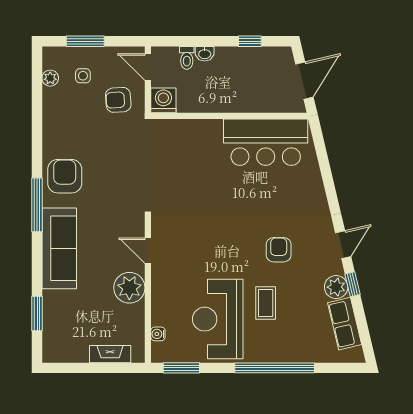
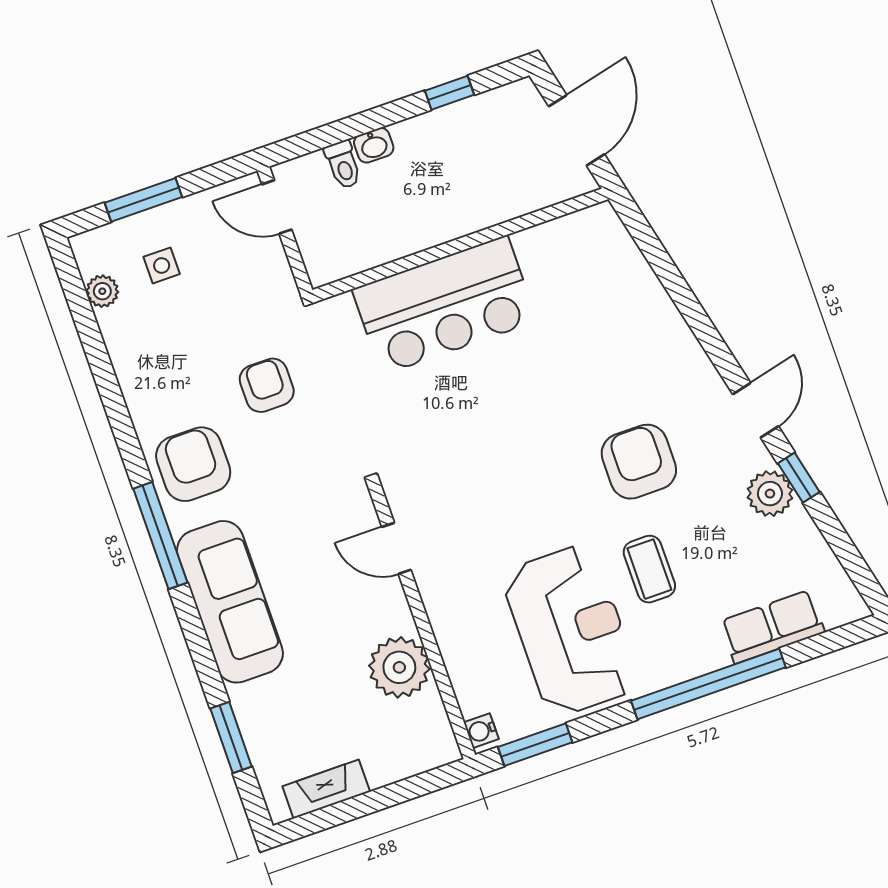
armchair: (118, 100) -> (267, 385), moved, turned 94
washing machine: (163, 100) -> (327, 259), removed
bar counter: (266, 142) -> (445, 305), moved
armchair: (279, 250) -> (639, 462), width x1.38, depth x1.38
plant: (129, 288) -> (399, 667), moved
reception desk: (218, 319) -> (571, 630), turned 180
row of seats: (345, 324) -> (772, 627), moved, turned 103
water cooler: (158, 334) -> (481, 731), moved
fireplace: (110, 354) -> (326, 789), moved

